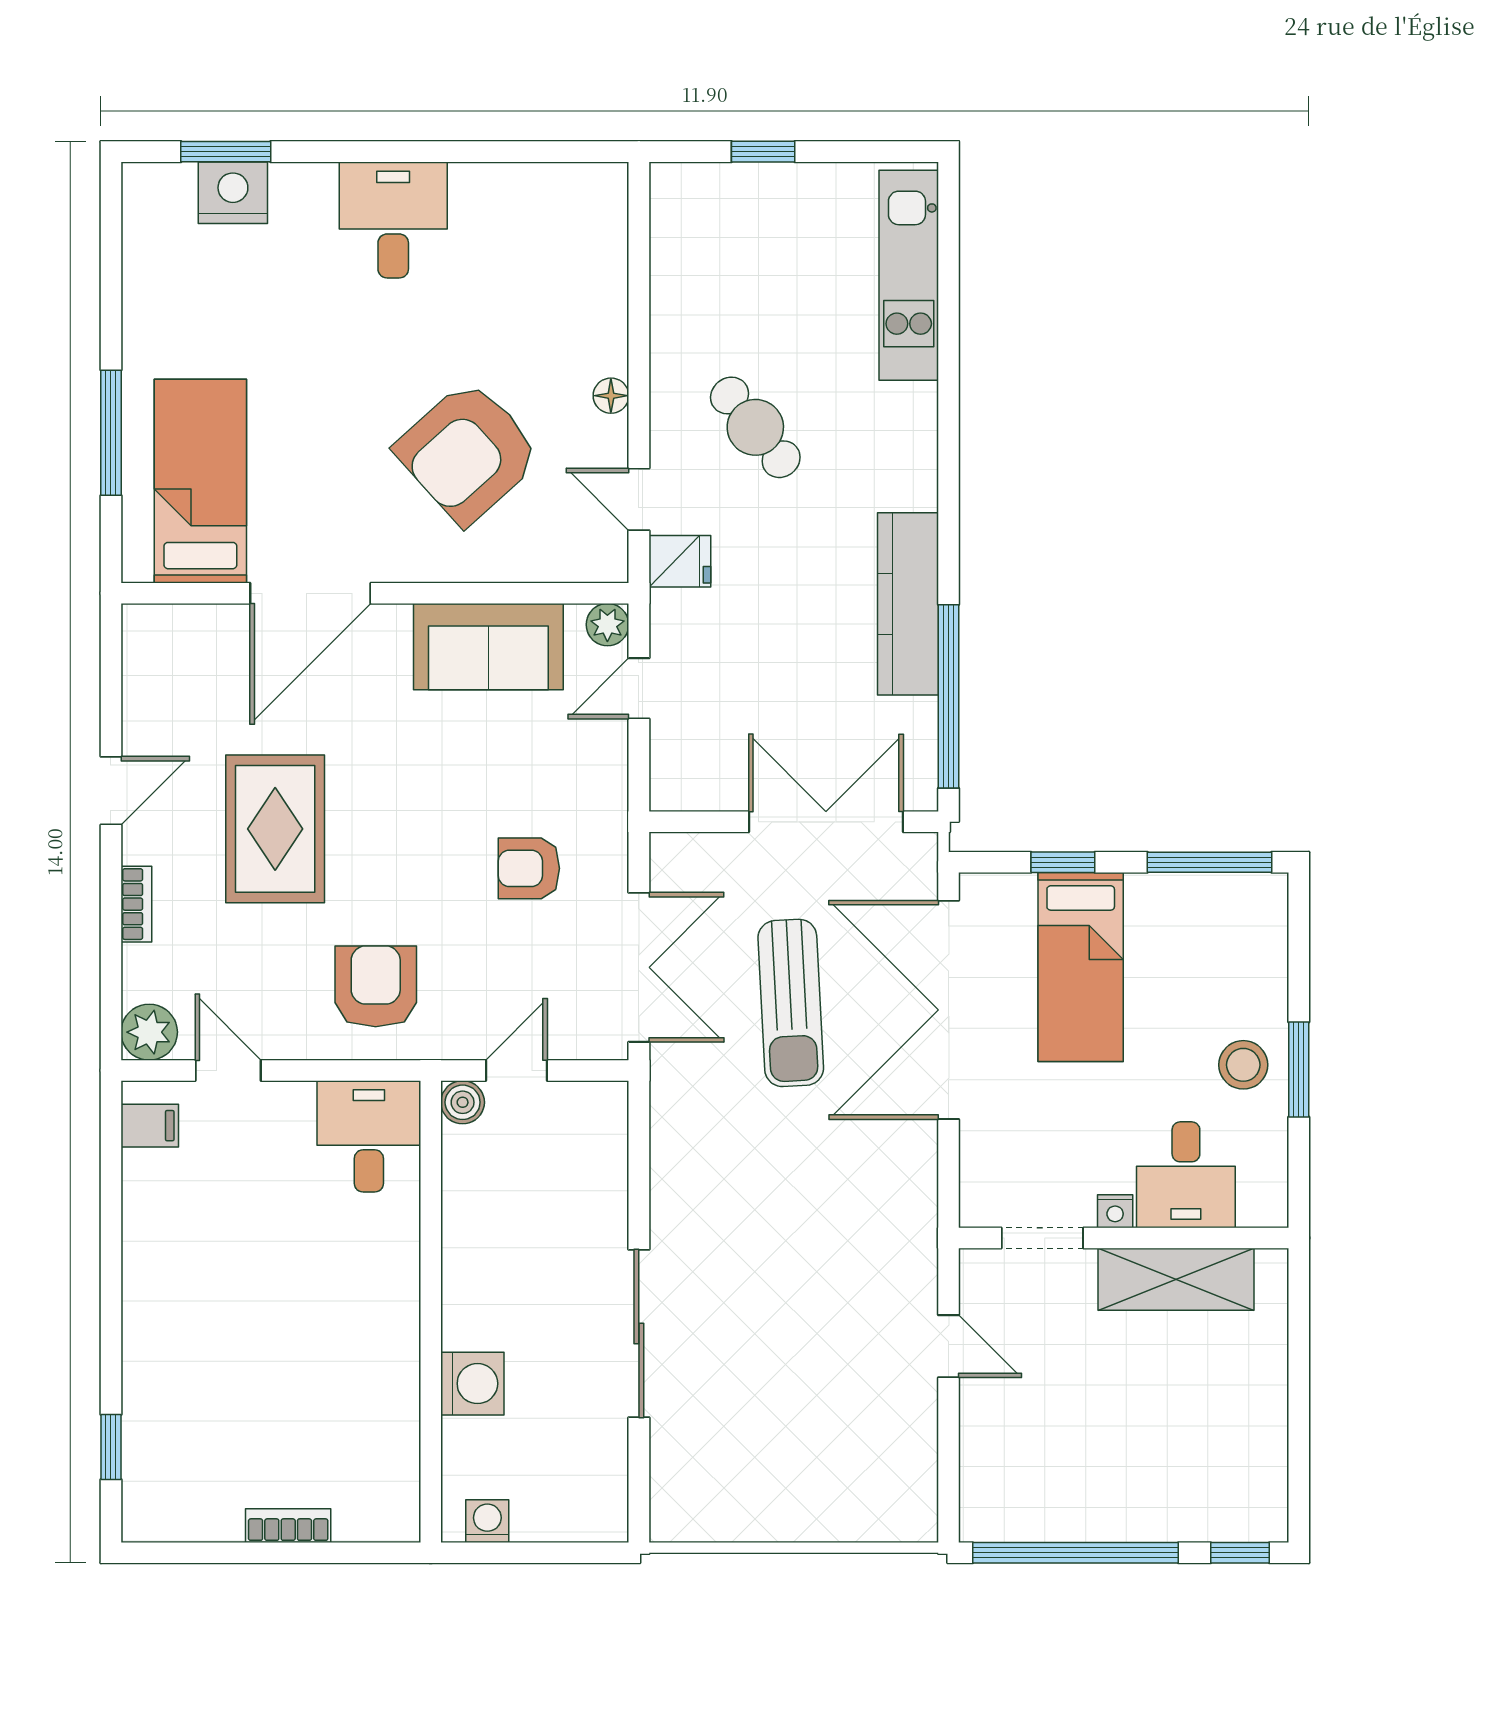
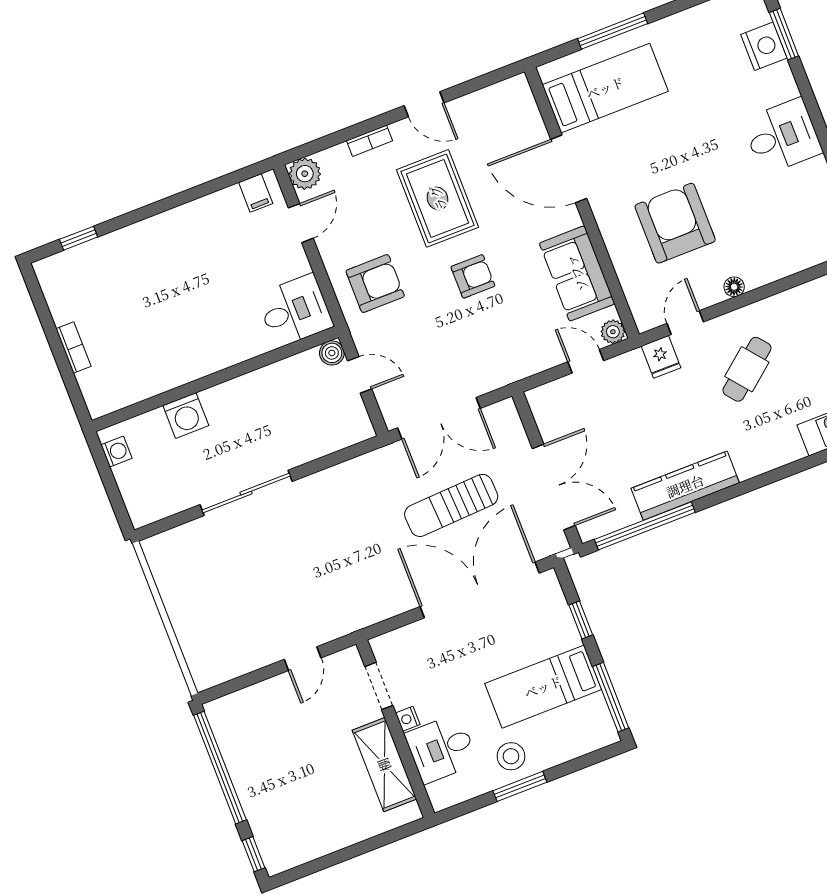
armchair: (468, 452) -> (675, 223), turned 42
rug: (275, 829) -> (438, 198), turned 90
armchair: (529, 868) -> (473, 276), moved, turned 90
bed: (1081, 967) -> (543, 687), moved

